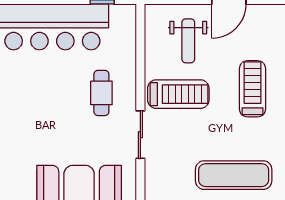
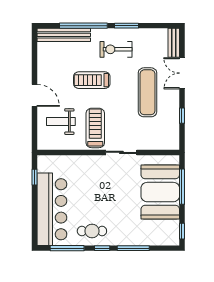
weight bench: (188, 41) -> (61, 122), turned 180
cafe table: (101, 93) -> (92, 231), moved

